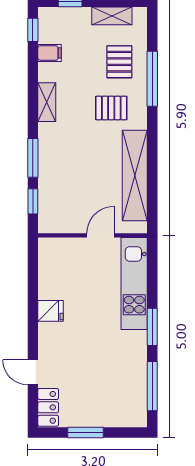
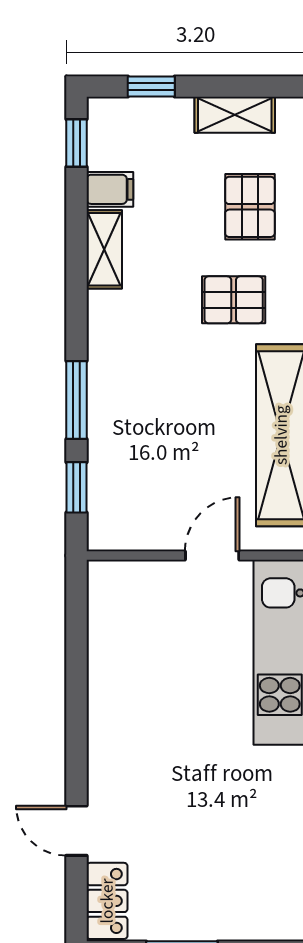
shelving: (47, 102) -> (104, 249), moved
fridge: (51, 311) -> (112, 707), removed

